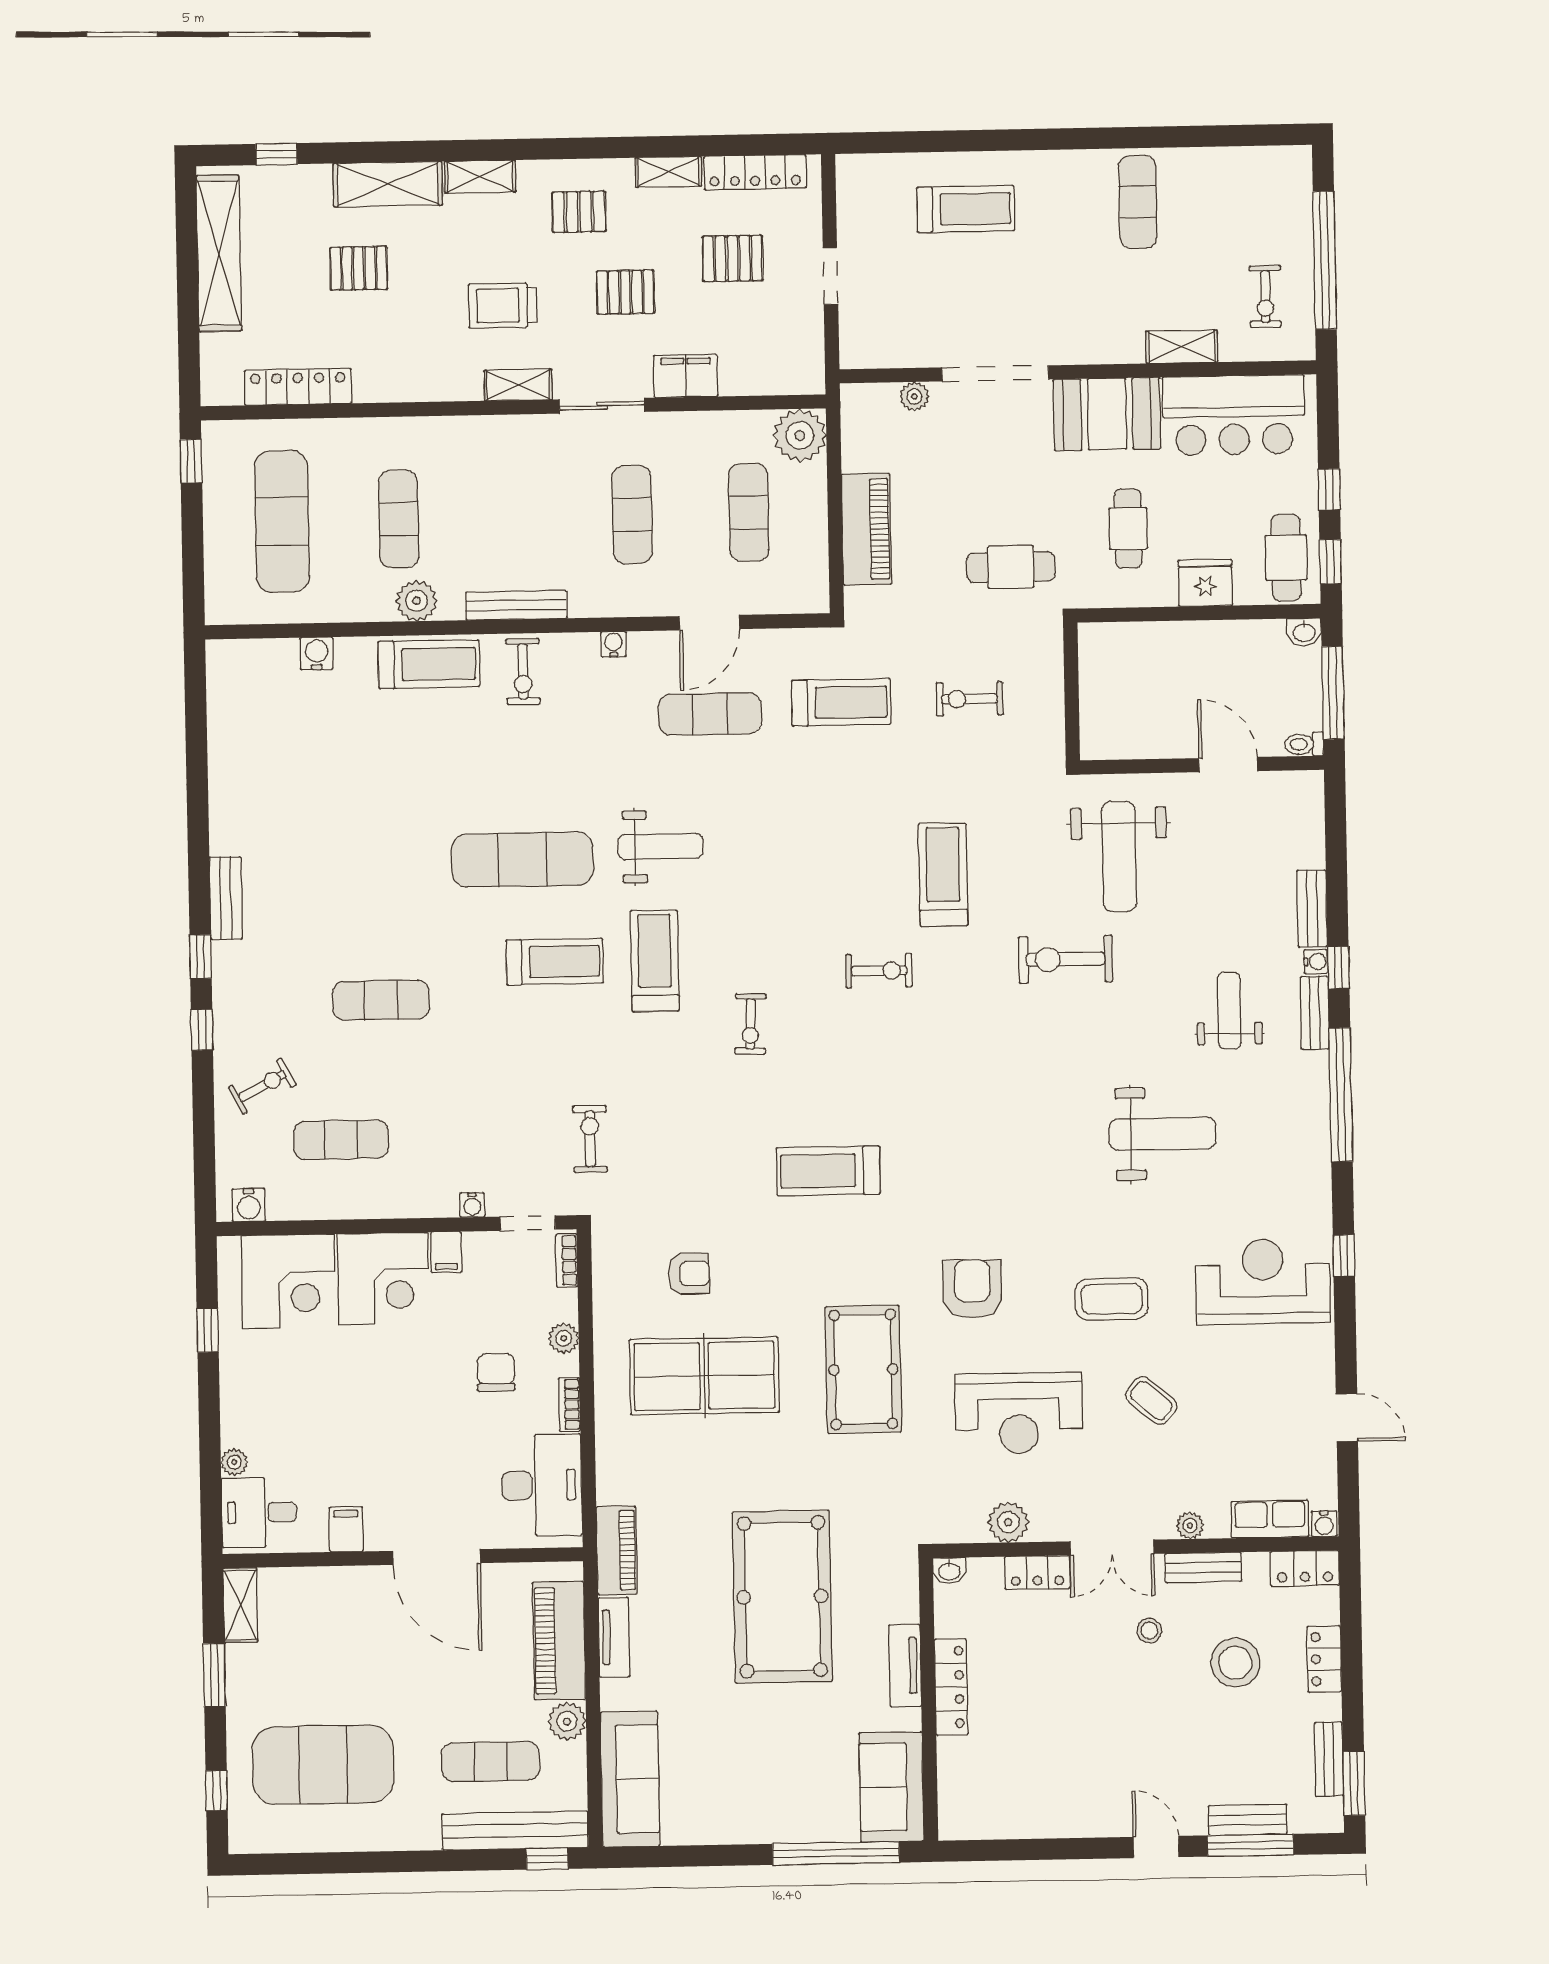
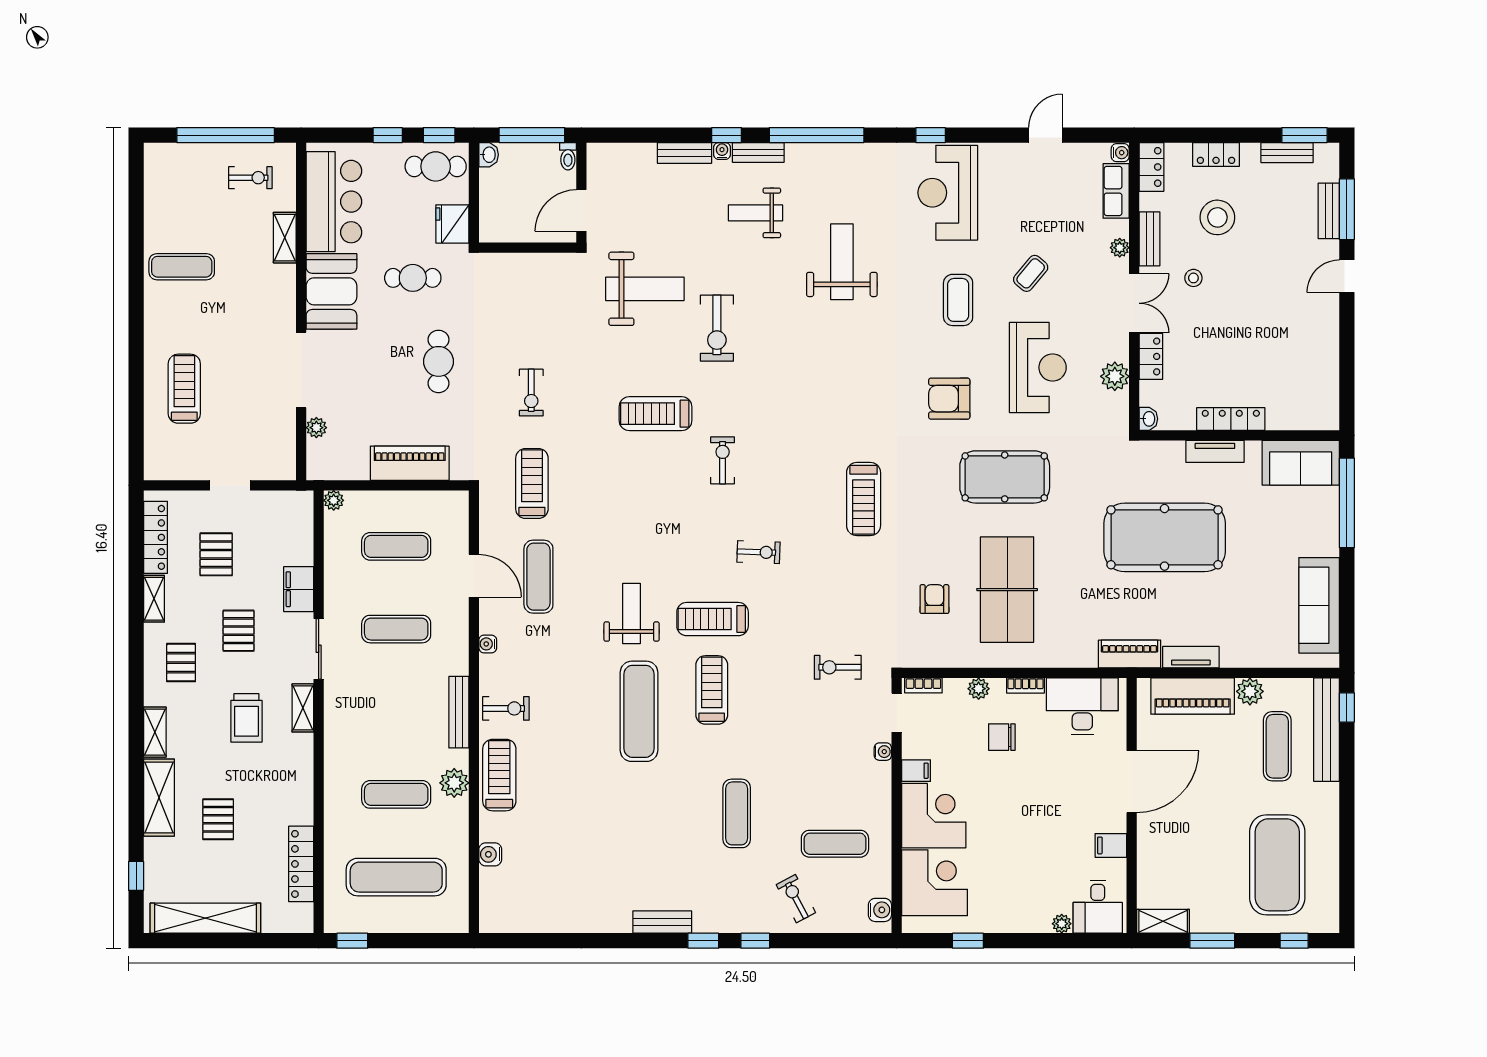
plant: (800, 435) -> (334, 500), width x0.53, depth x0.53
wall: (1072, 692) -> (528, 248), moved
exercise mat: (341, 1140) -> (835, 844), turned 90
sofa: (630, 1779) -> (1319, 605), moved, turned -90

